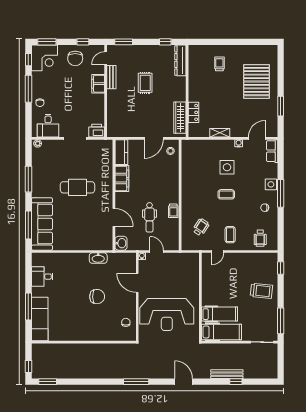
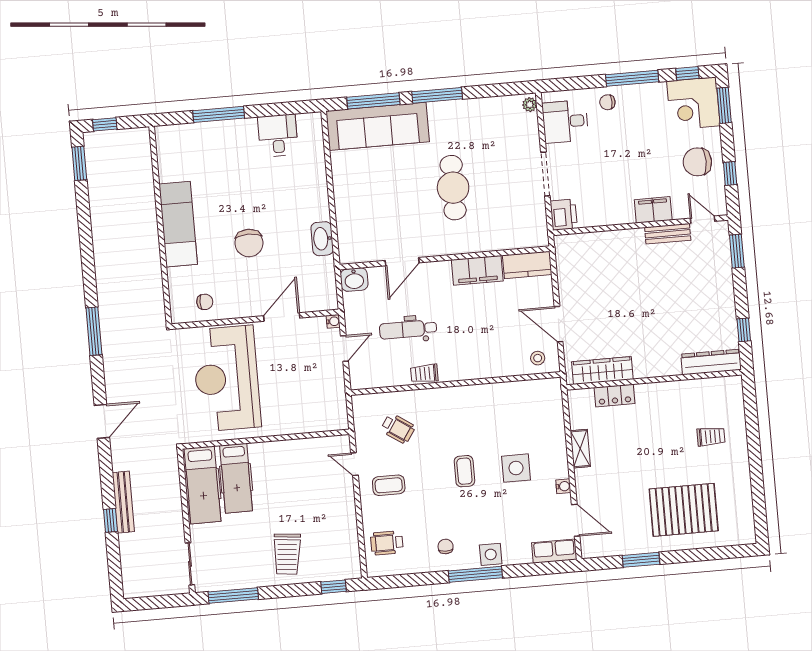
rug: (145, 83) -> (663, 299), removed
window: (28, 179) -> (437, 95), moved
exam couch: (40, 319) -> (178, 224), moved, turned -90

